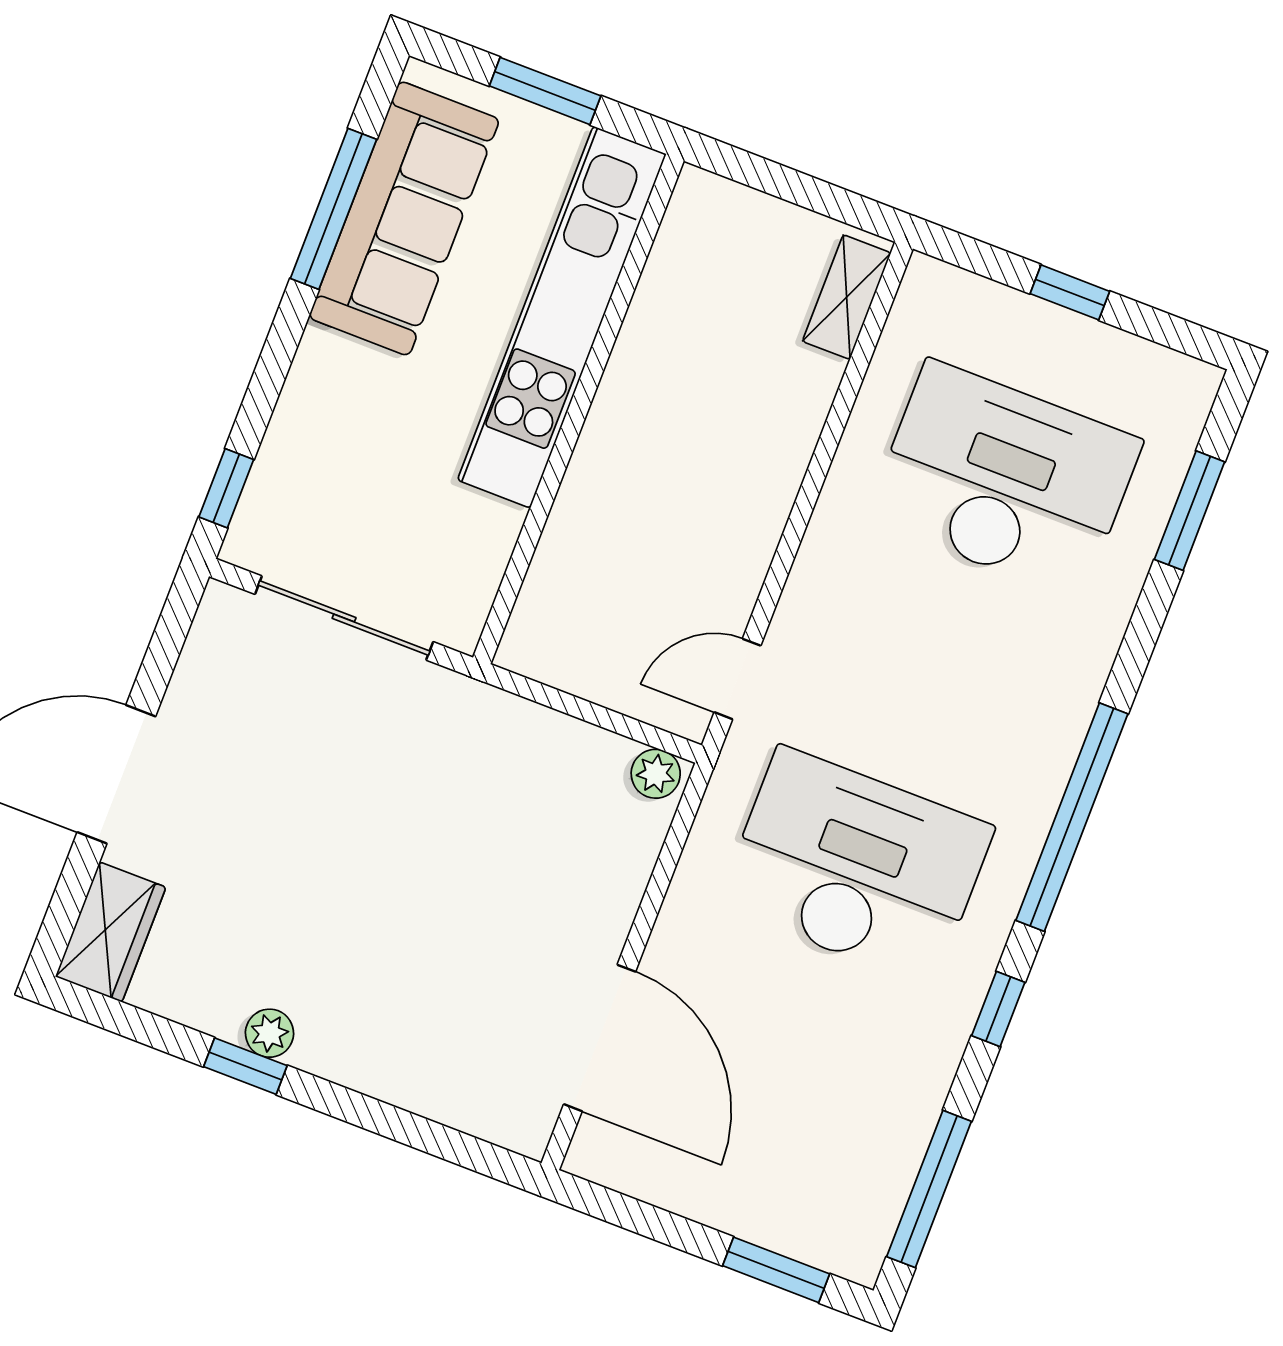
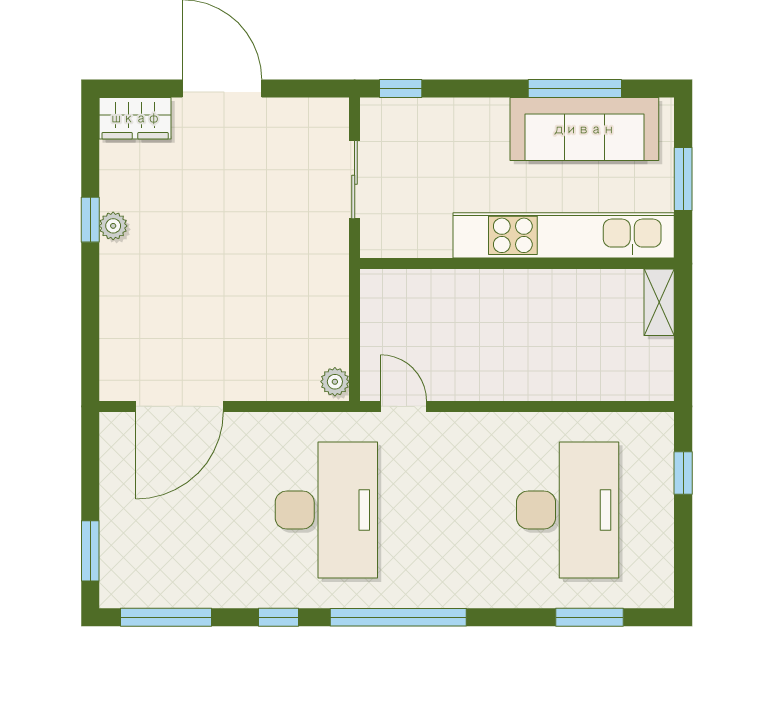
window: (1070, 292) -> (683, 473), moved
shelving: (847, 297) -> (659, 302), moved, turned 90
sliding door: (344, 618) -> (355, 180), width x0.73

